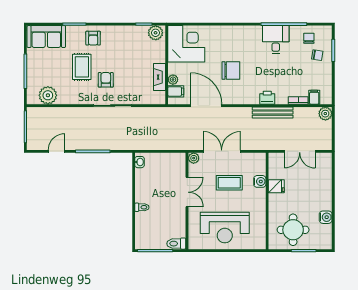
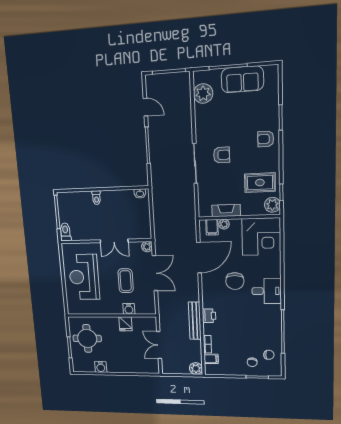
sofa: (46, 37) -> (242, 79), moved, turned -90
desk: (276, 40) -> (267, 291), moved
rug: (82, 67) -> (260, 183), moved

